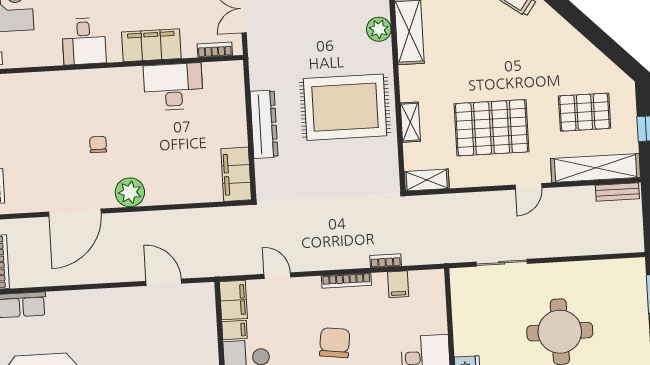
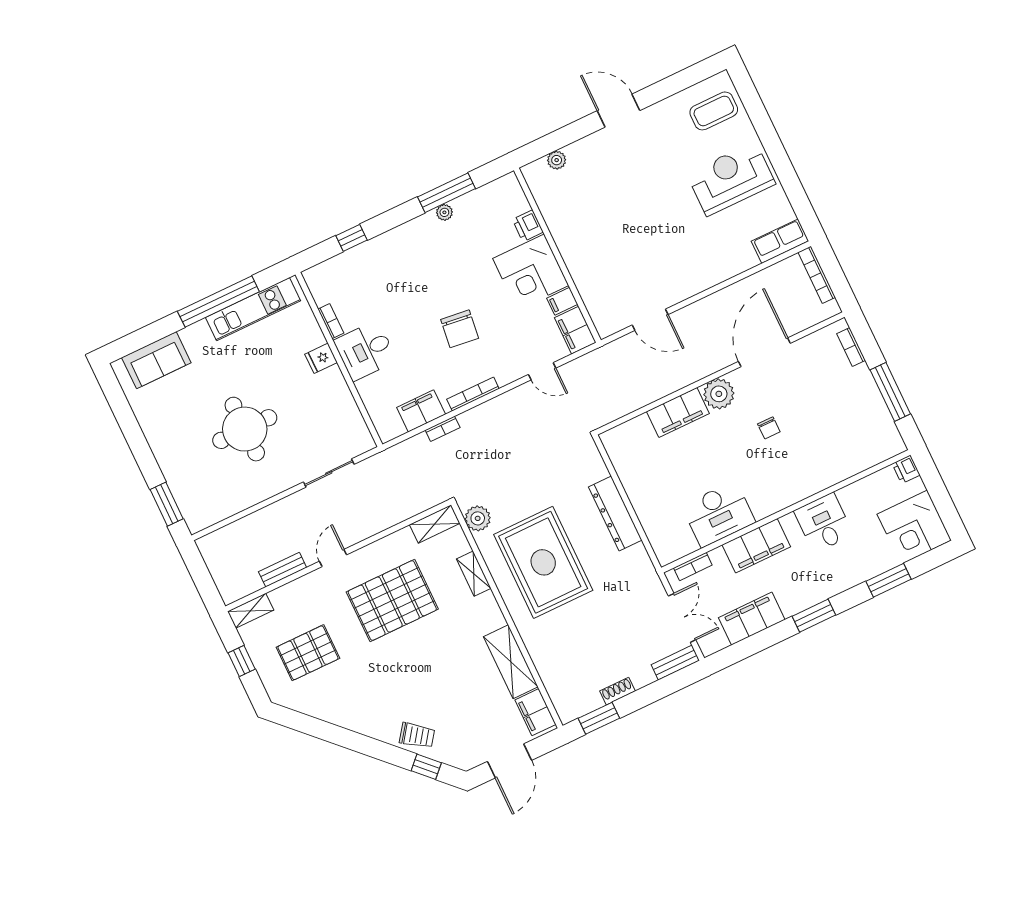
plant: (379, 29) -> (478, 518), moved
rug: (345, 107) -> (543, 562), turned 90
shelving: (596, 168) -> (251, 611), width x0.45, depth x0.75
filing cabinet: (236, 174) -> (678, 412), moved, turned 90
bench: (617, 192) -> (283, 570), moved
filing cabinet: (398, 284) -> (421, 411), width x2.00

